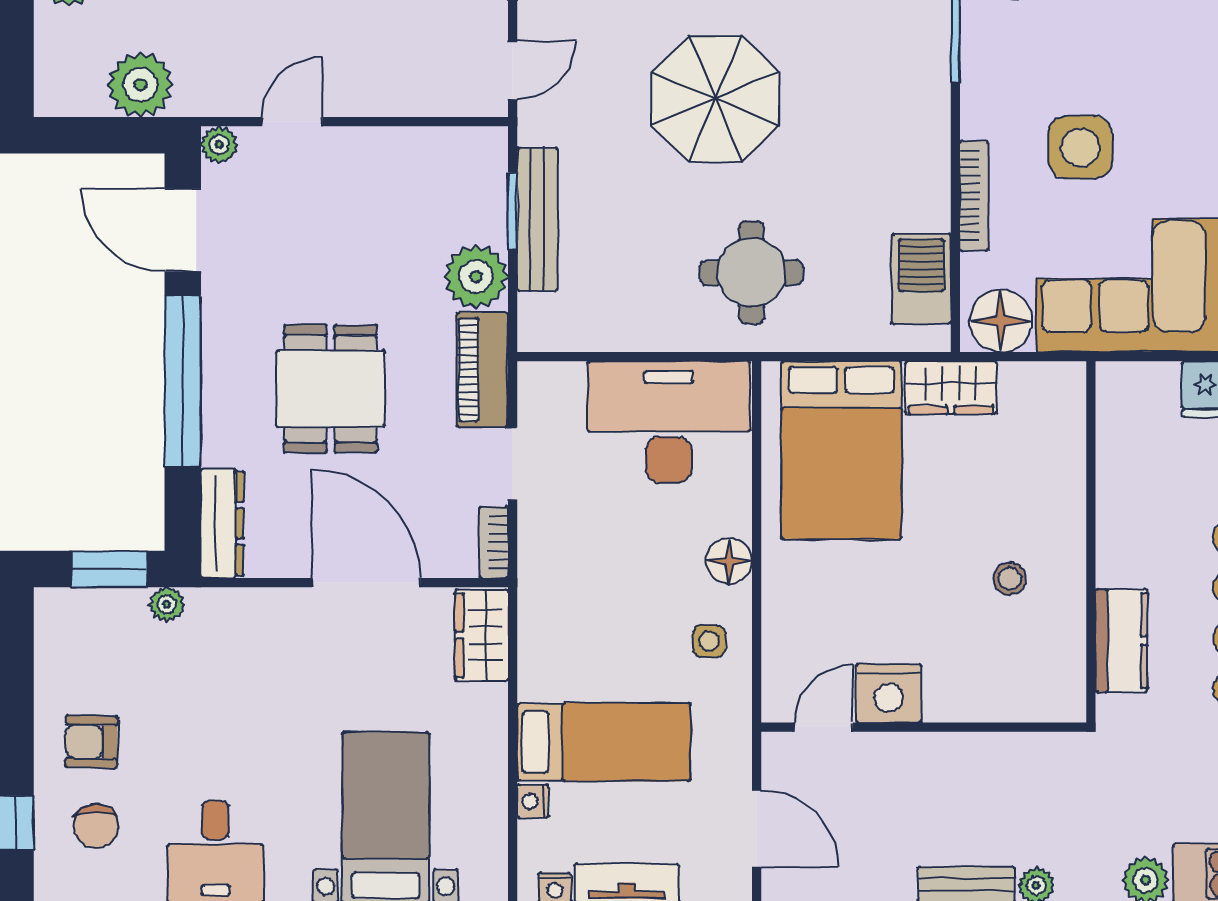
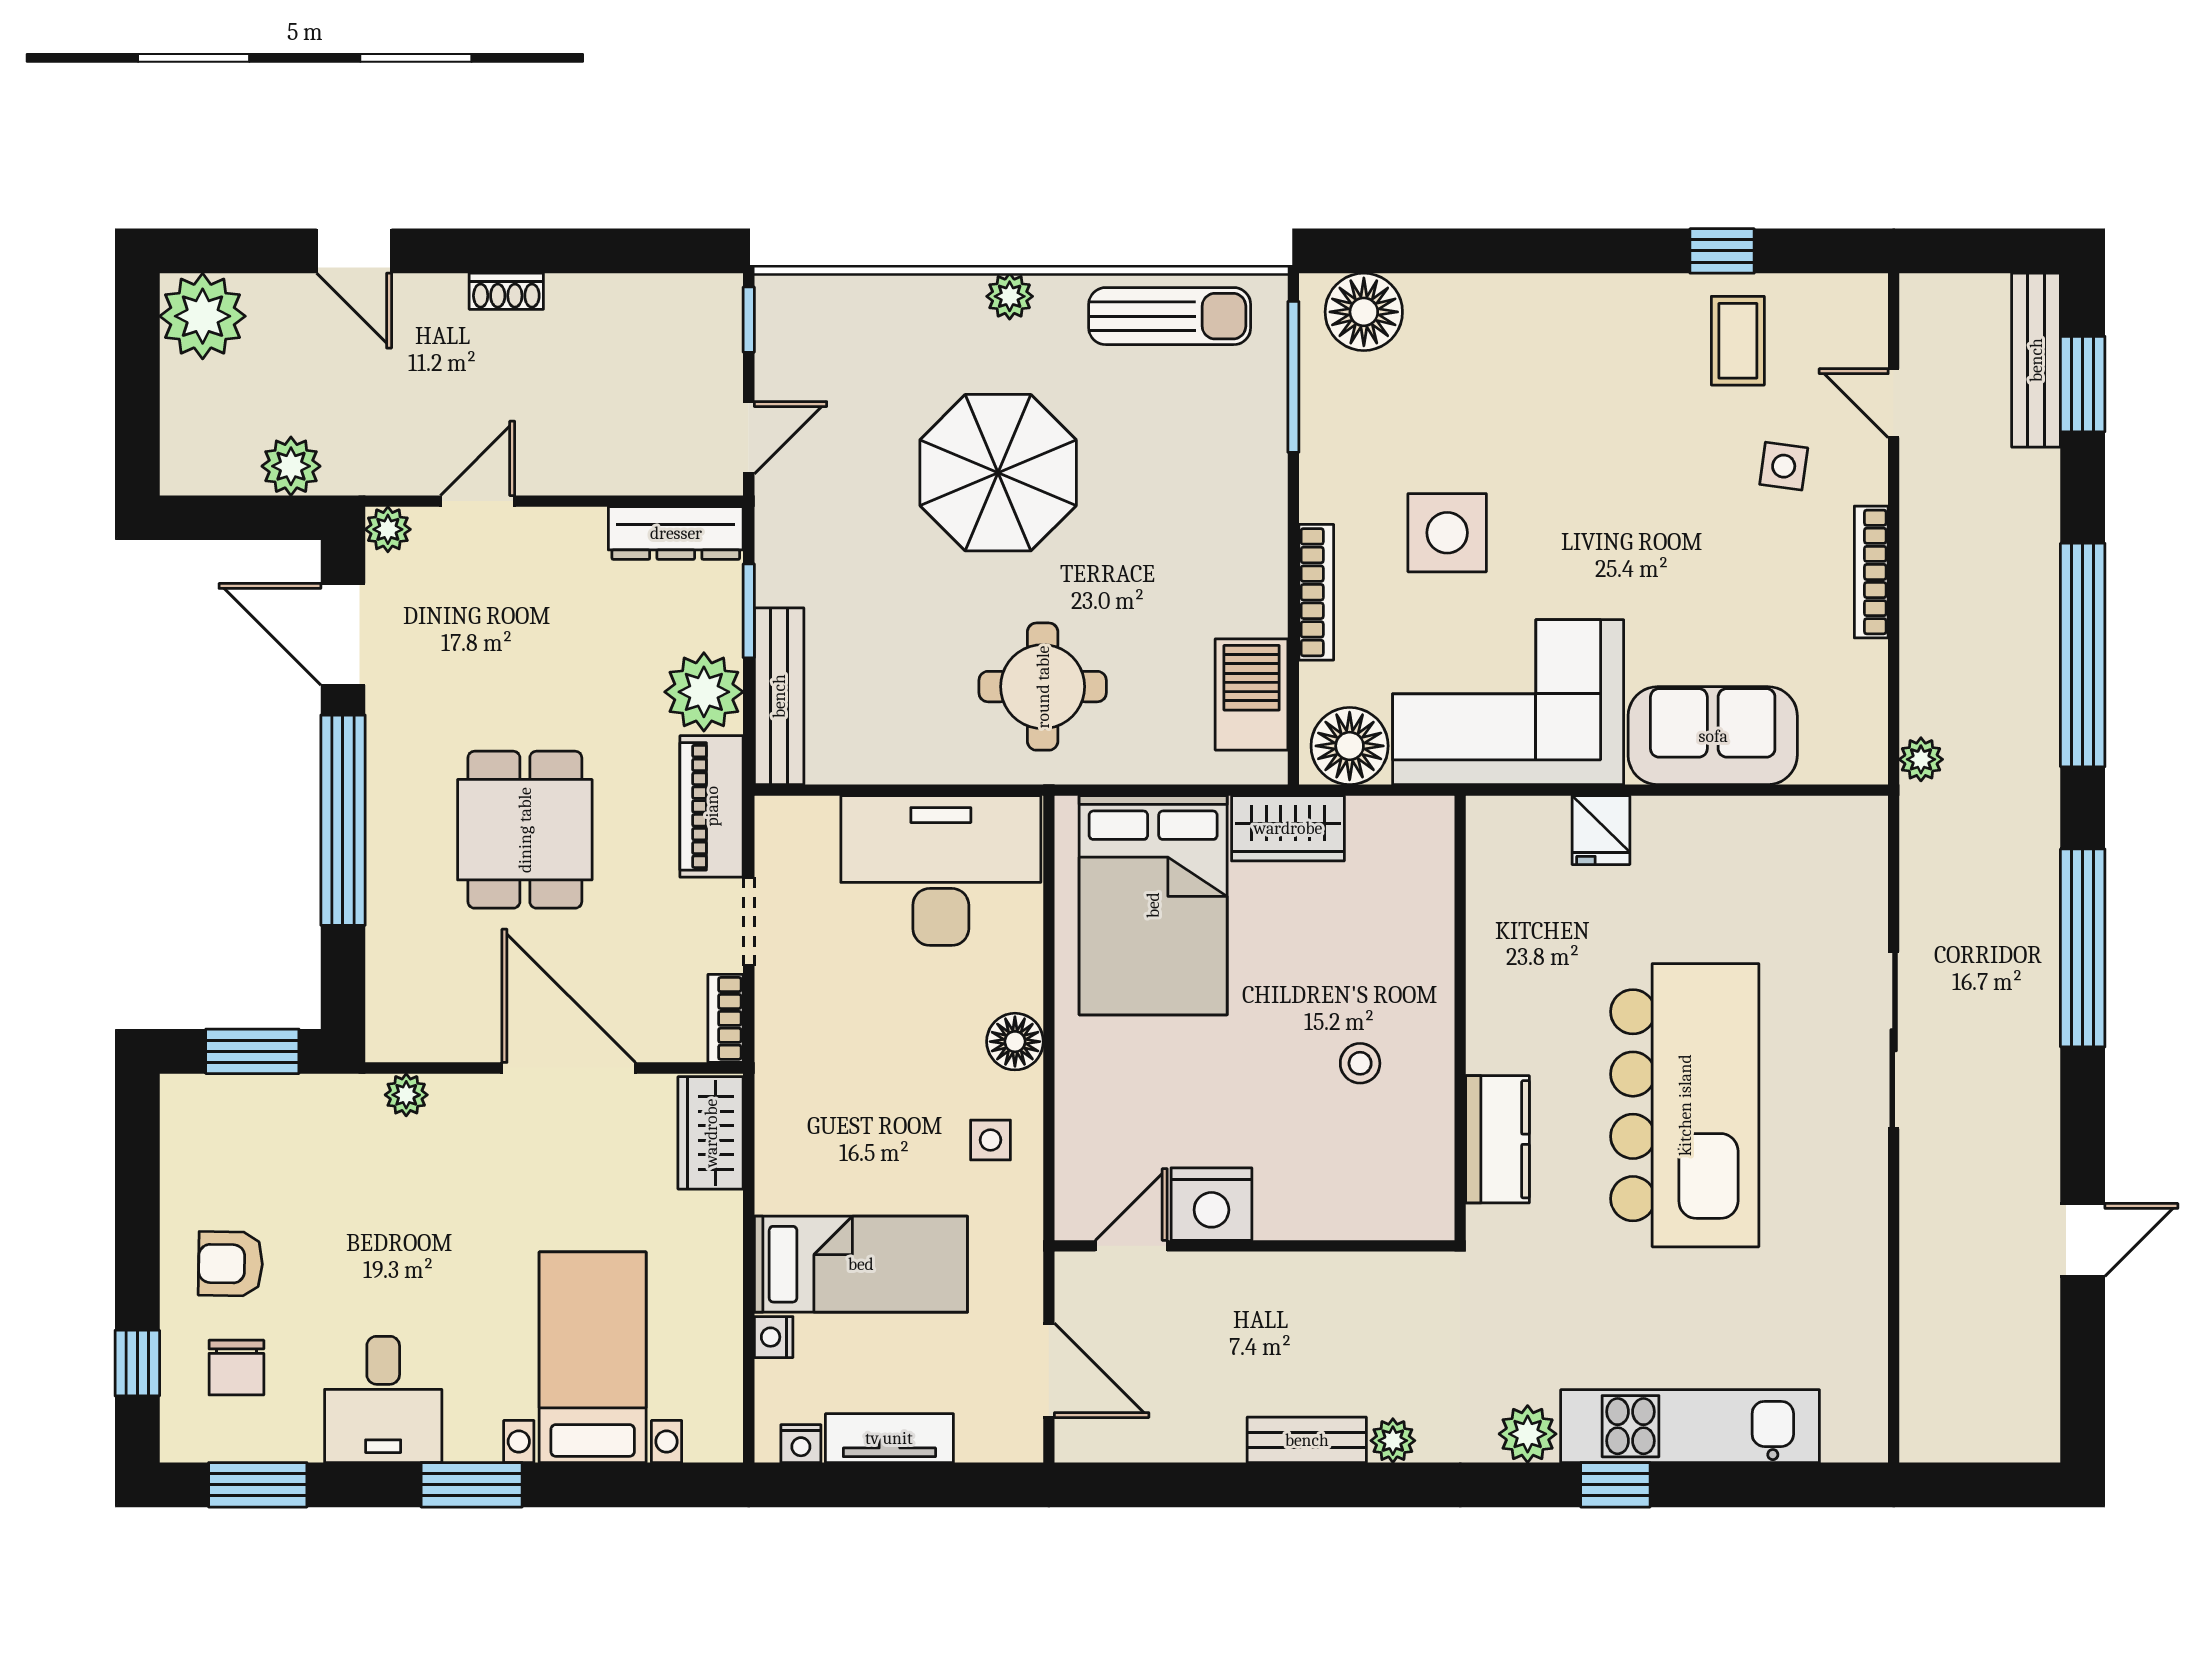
plant: (140, 85) -> (291, 466), width x0.73, depth x0.73
bench: (537, 219) -> (779, 696), moved
dresser: (222, 523) -> (676, 533), moved, turned 90
plant: (167, 604) -> (406, 1095), moved

